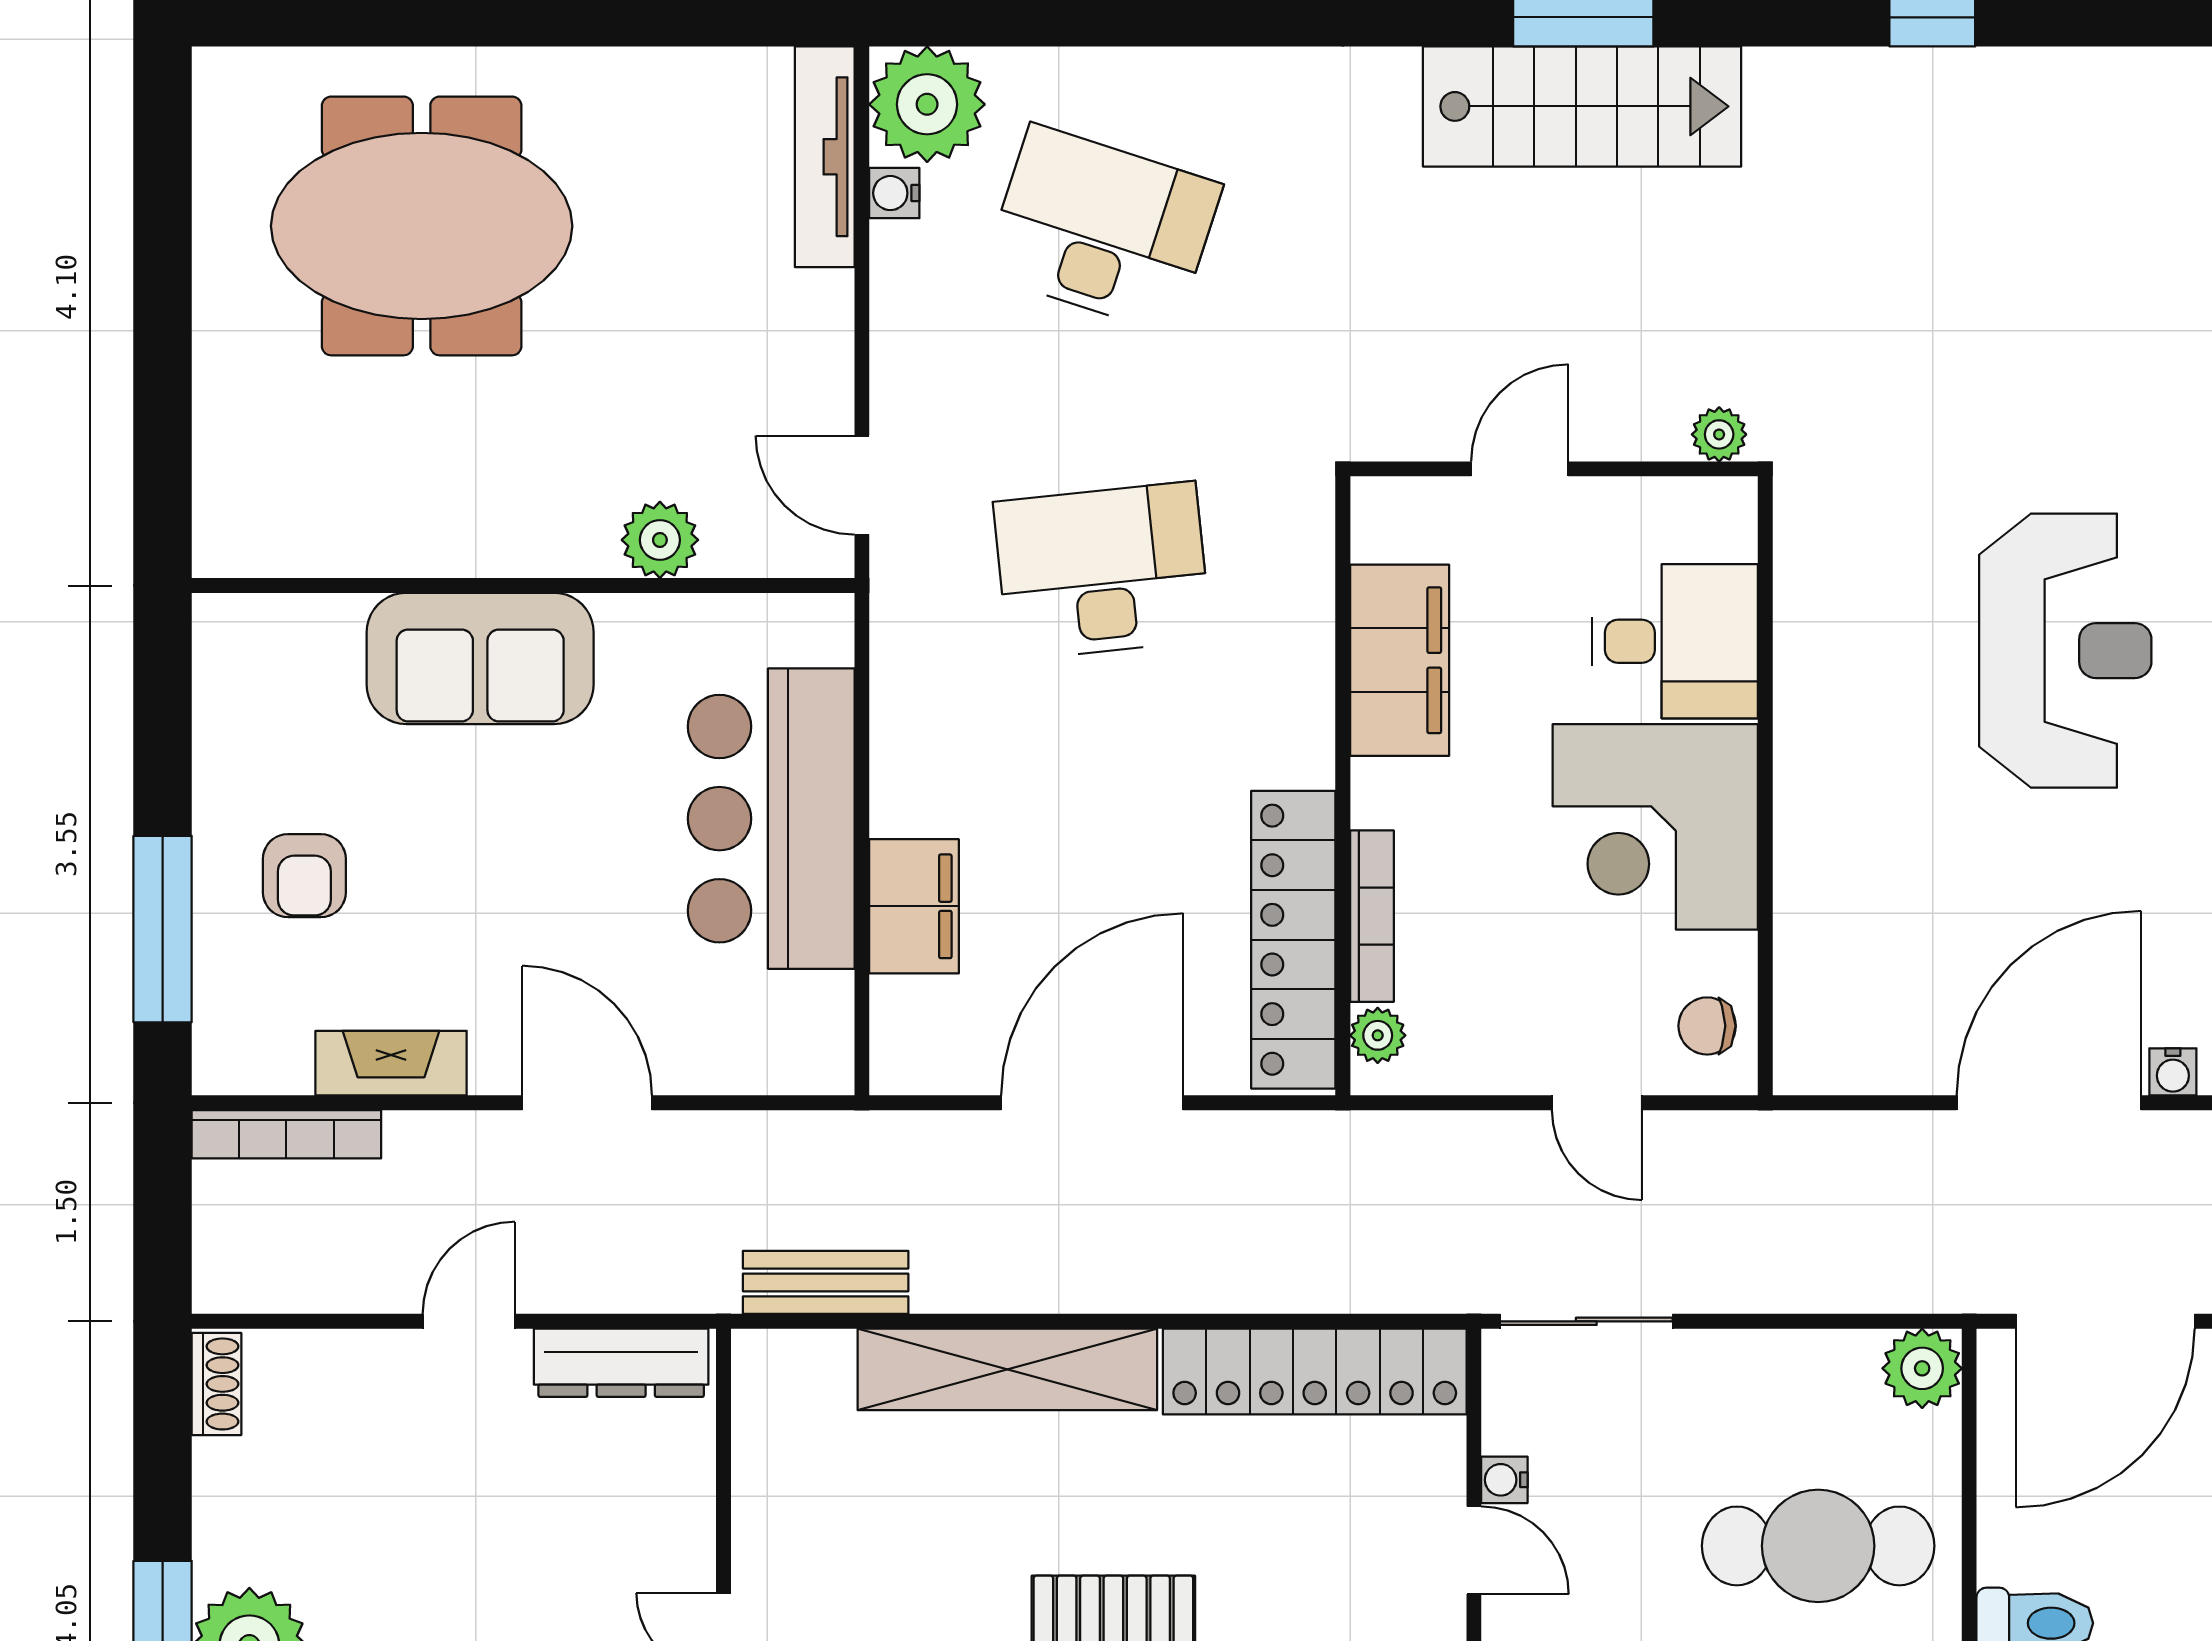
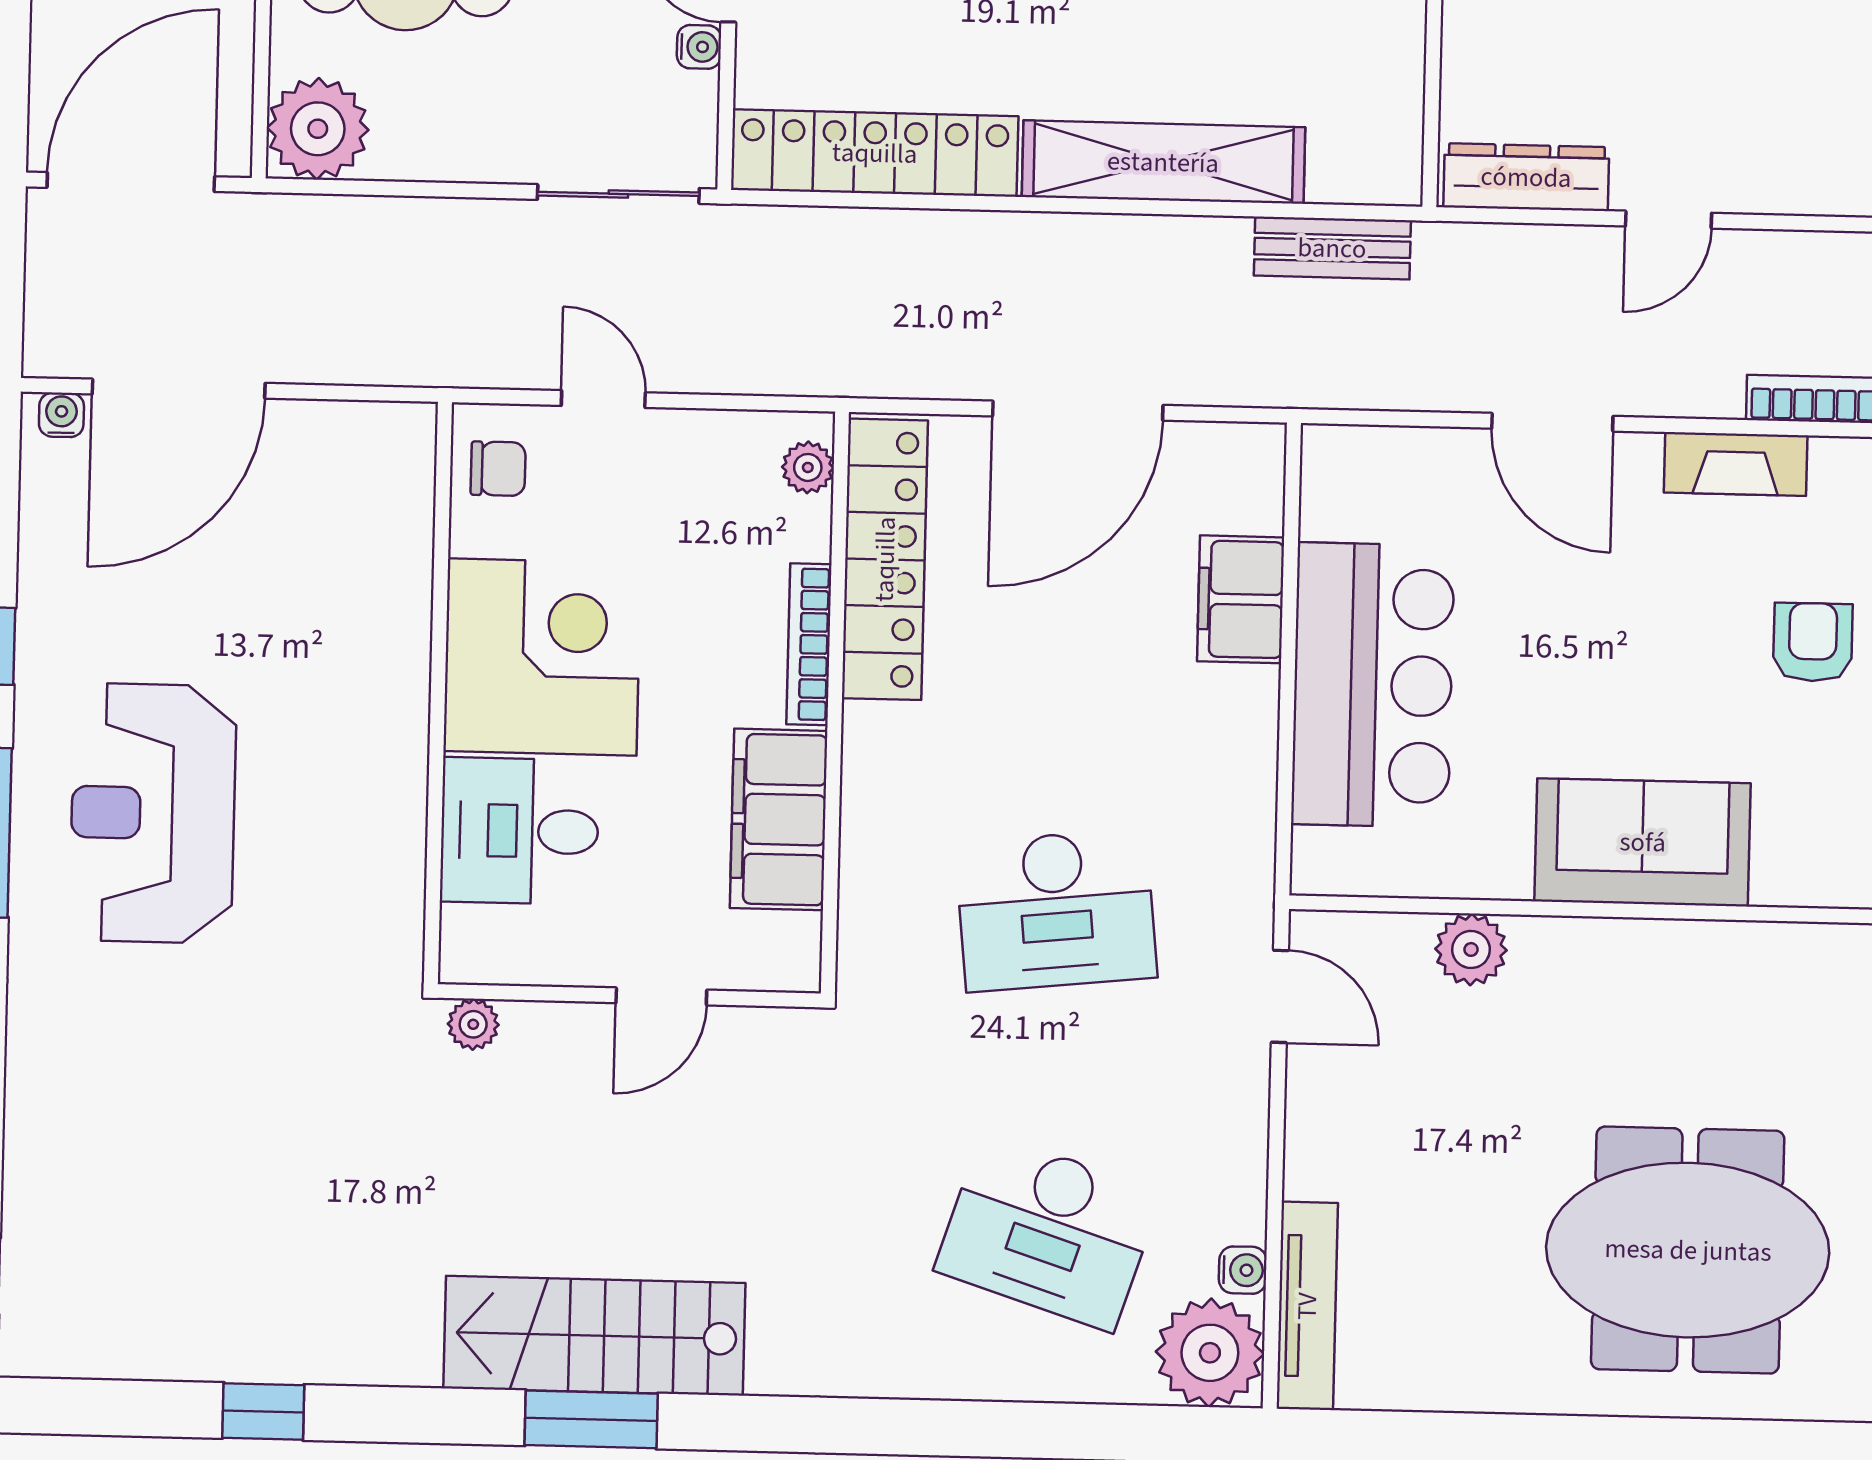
bookcase: (1372, 916) -> (809, 644), moved
plant: (1922, 1368) -> (318, 129), width x1.36, depth x1.36

